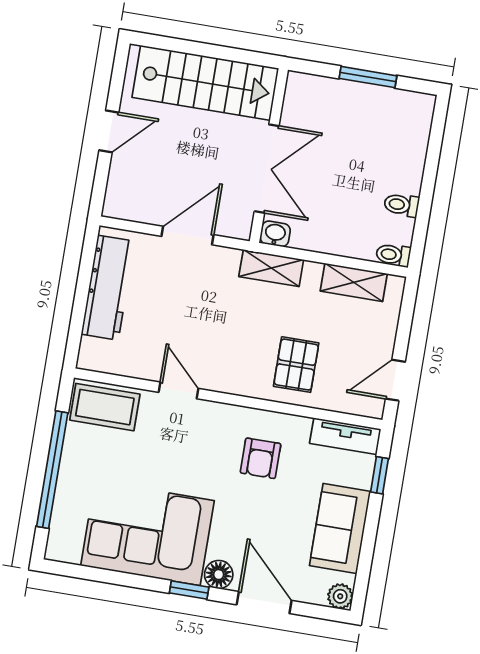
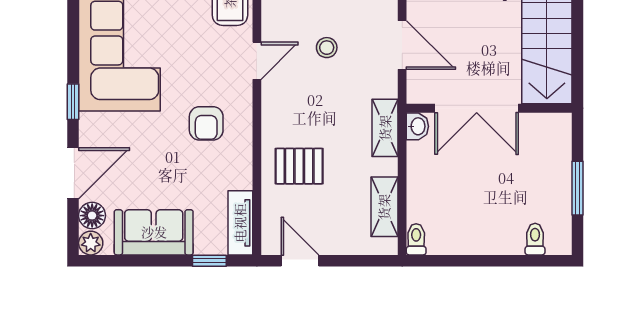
toilet: (401, 205) -> (535, 239), moved
stool: (177, 315) -> (327, 48), added
armchair: (261, 458) -> (206, 123), moved, turned -90
floor lamp: (219, 575) -> (92, 216), moved

